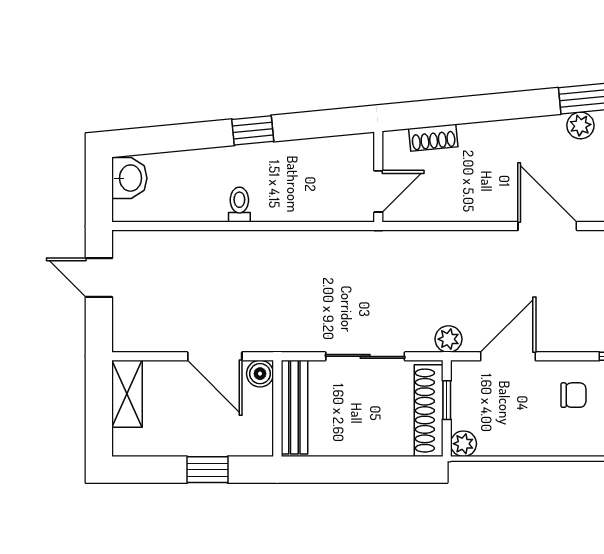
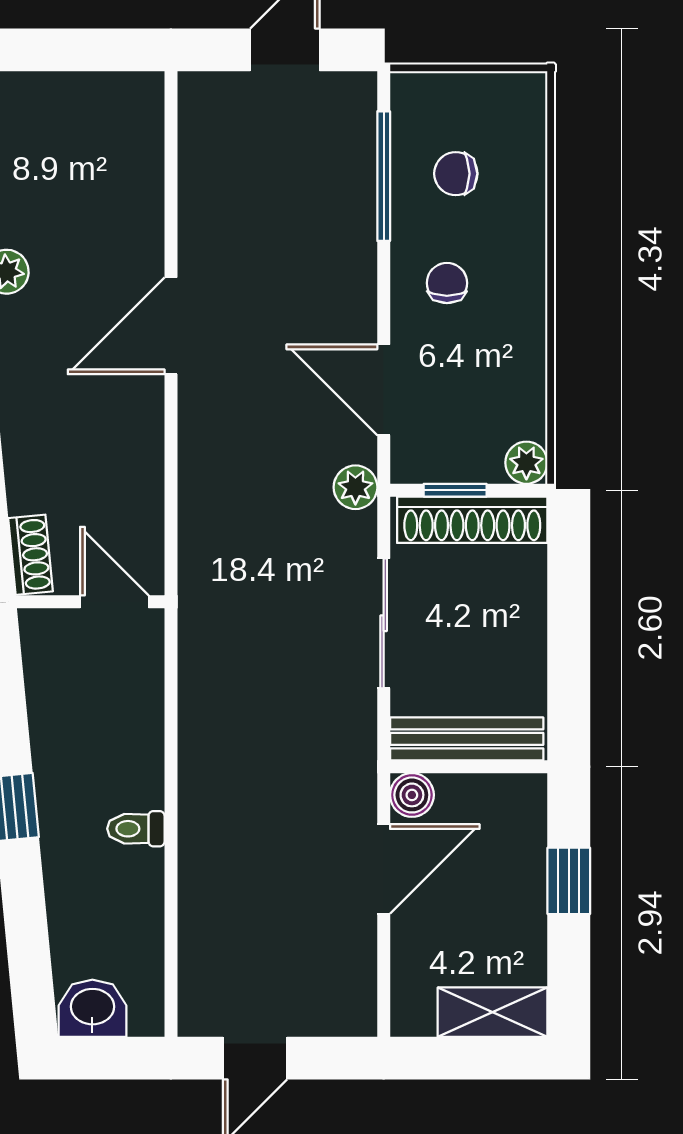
shoe rack: (433, 138) -> (31, 555), moved
shelving: (127, 394) -> (493, 1012), moved

